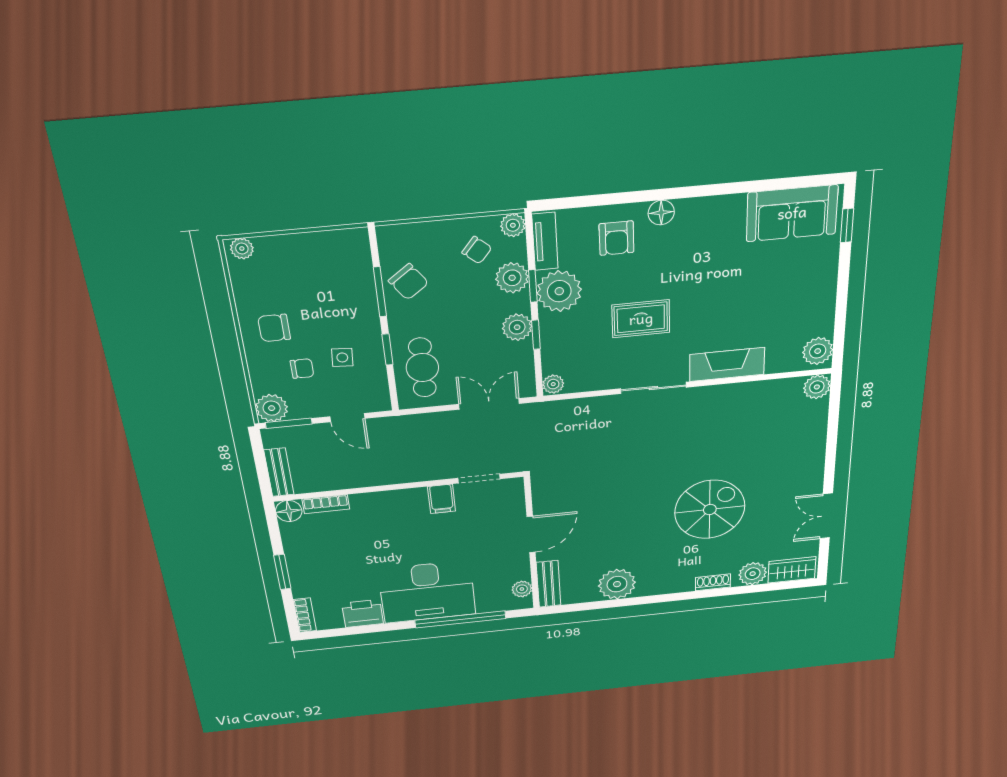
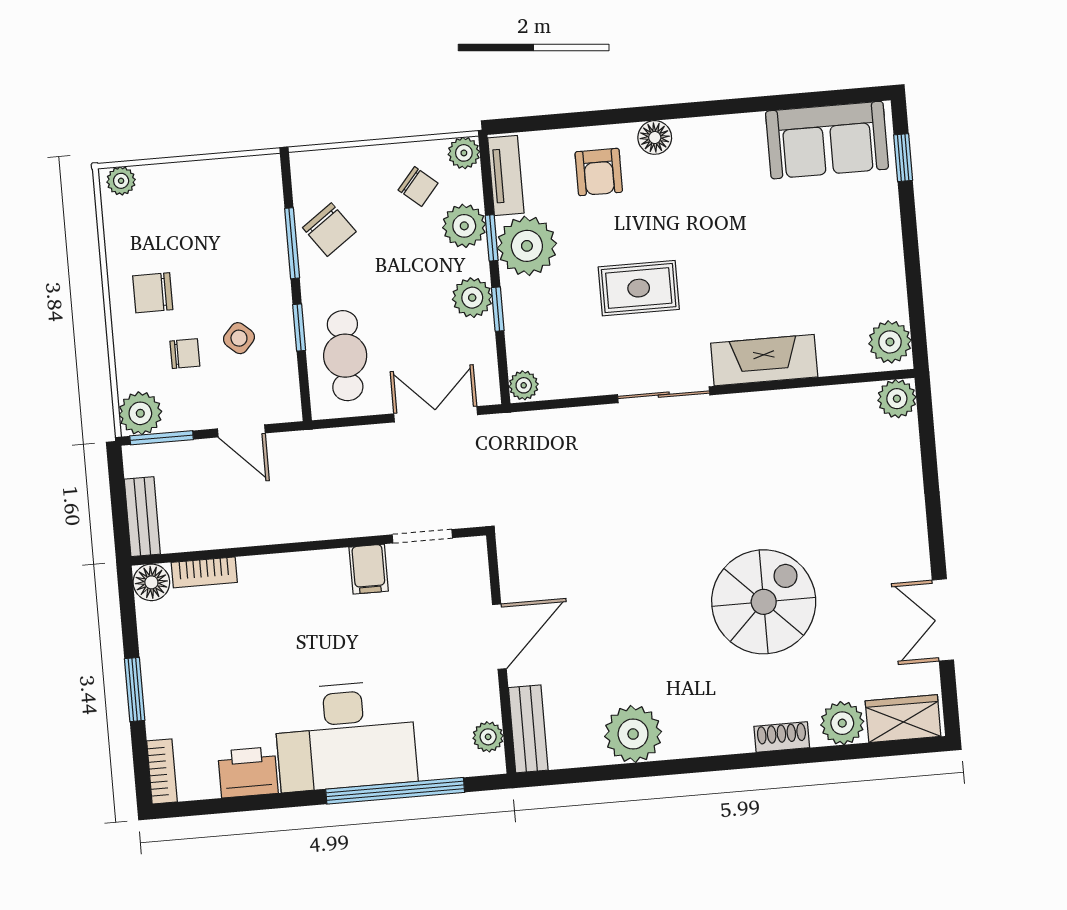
side table: (342, 357) -> (239, 338), turned 38

